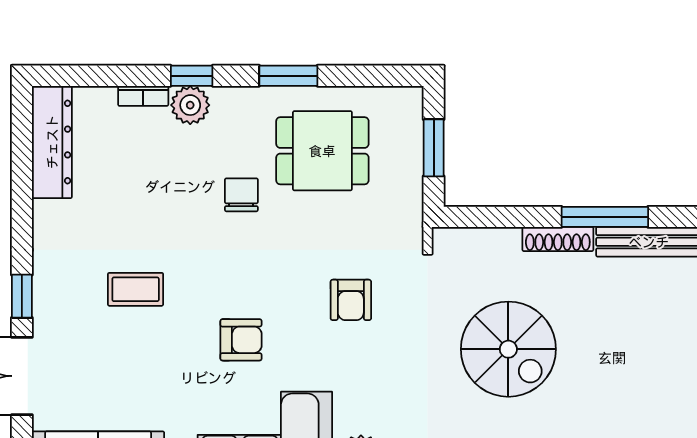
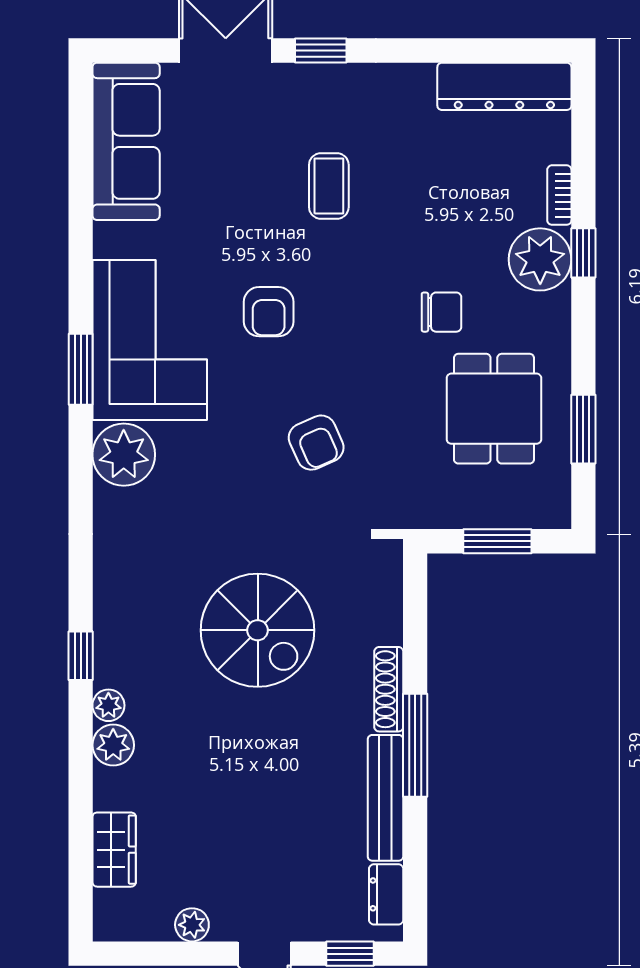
window: (288, 76) -> (583, 429), moved
plant: (190, 105) -> (540, 259), width x1.36, depth x1.36
armchair: (351, 300) -> (316, 443), turned -114
spiral stairs: (508, 349) -> (258, 630), turned -90

